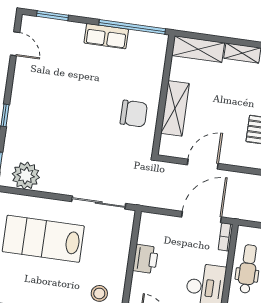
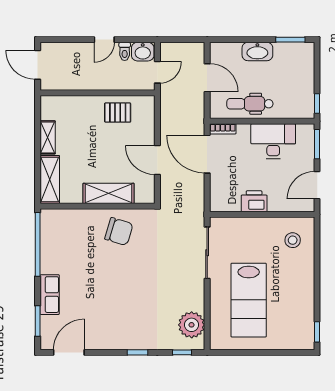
row of seats: (106, 36) -> (50, 295), moved
door: (15, 44) -> (69, 352), width x1.38
chair: (134, 114) -> (119, 232), turned 107

